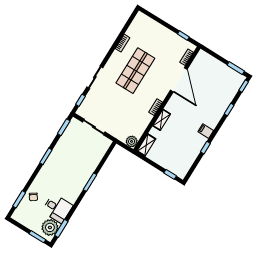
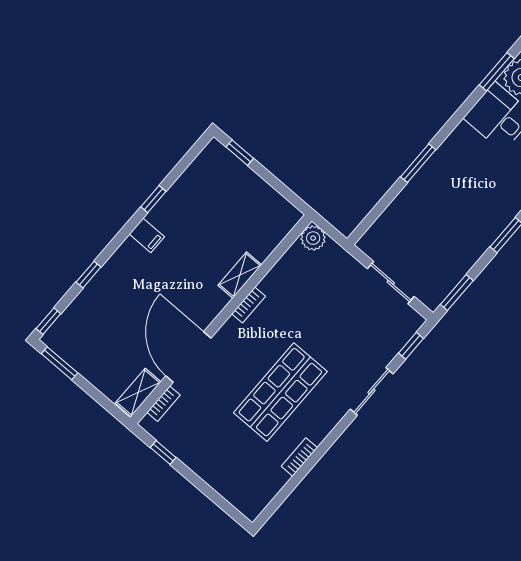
shelving: (146, 145) -> (138, 393), moved

